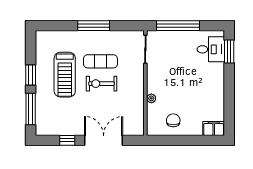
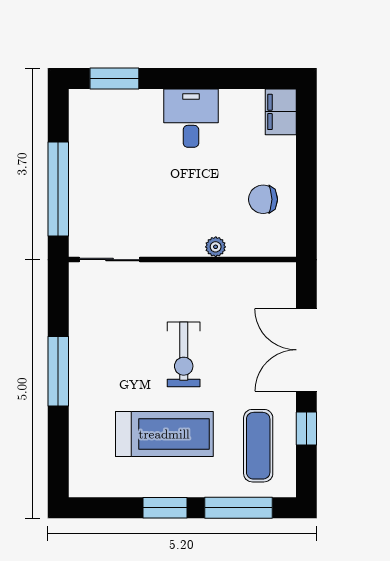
desk: (211, 49) -> (191, 118), moved
exercise mat: (100, 61) -> (258, 446), moved

